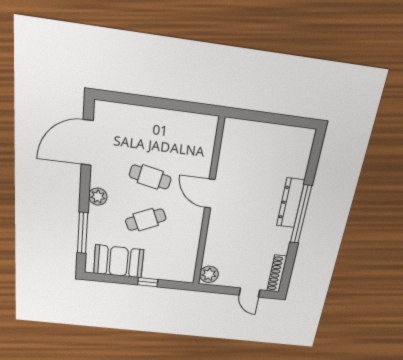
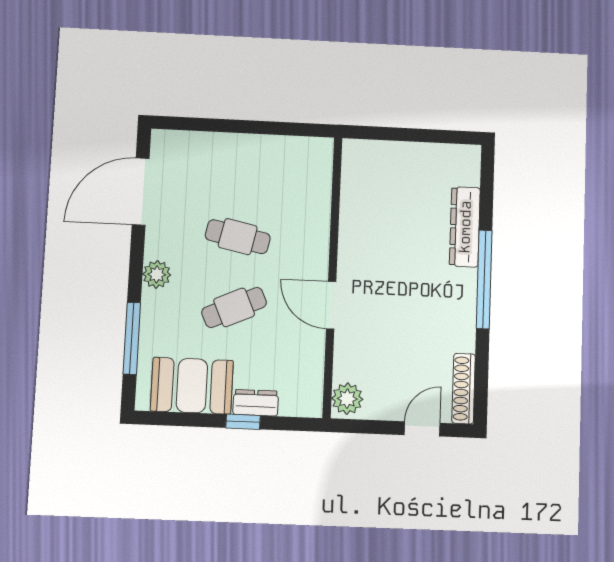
door: (210, 194) -> (331, 305), moved
dresser: (291, 203) -> (465, 227), moved
dresser: (156, 273) -> (256, 403), added
door: (250, 292) -> (422, 429), swing flipped

